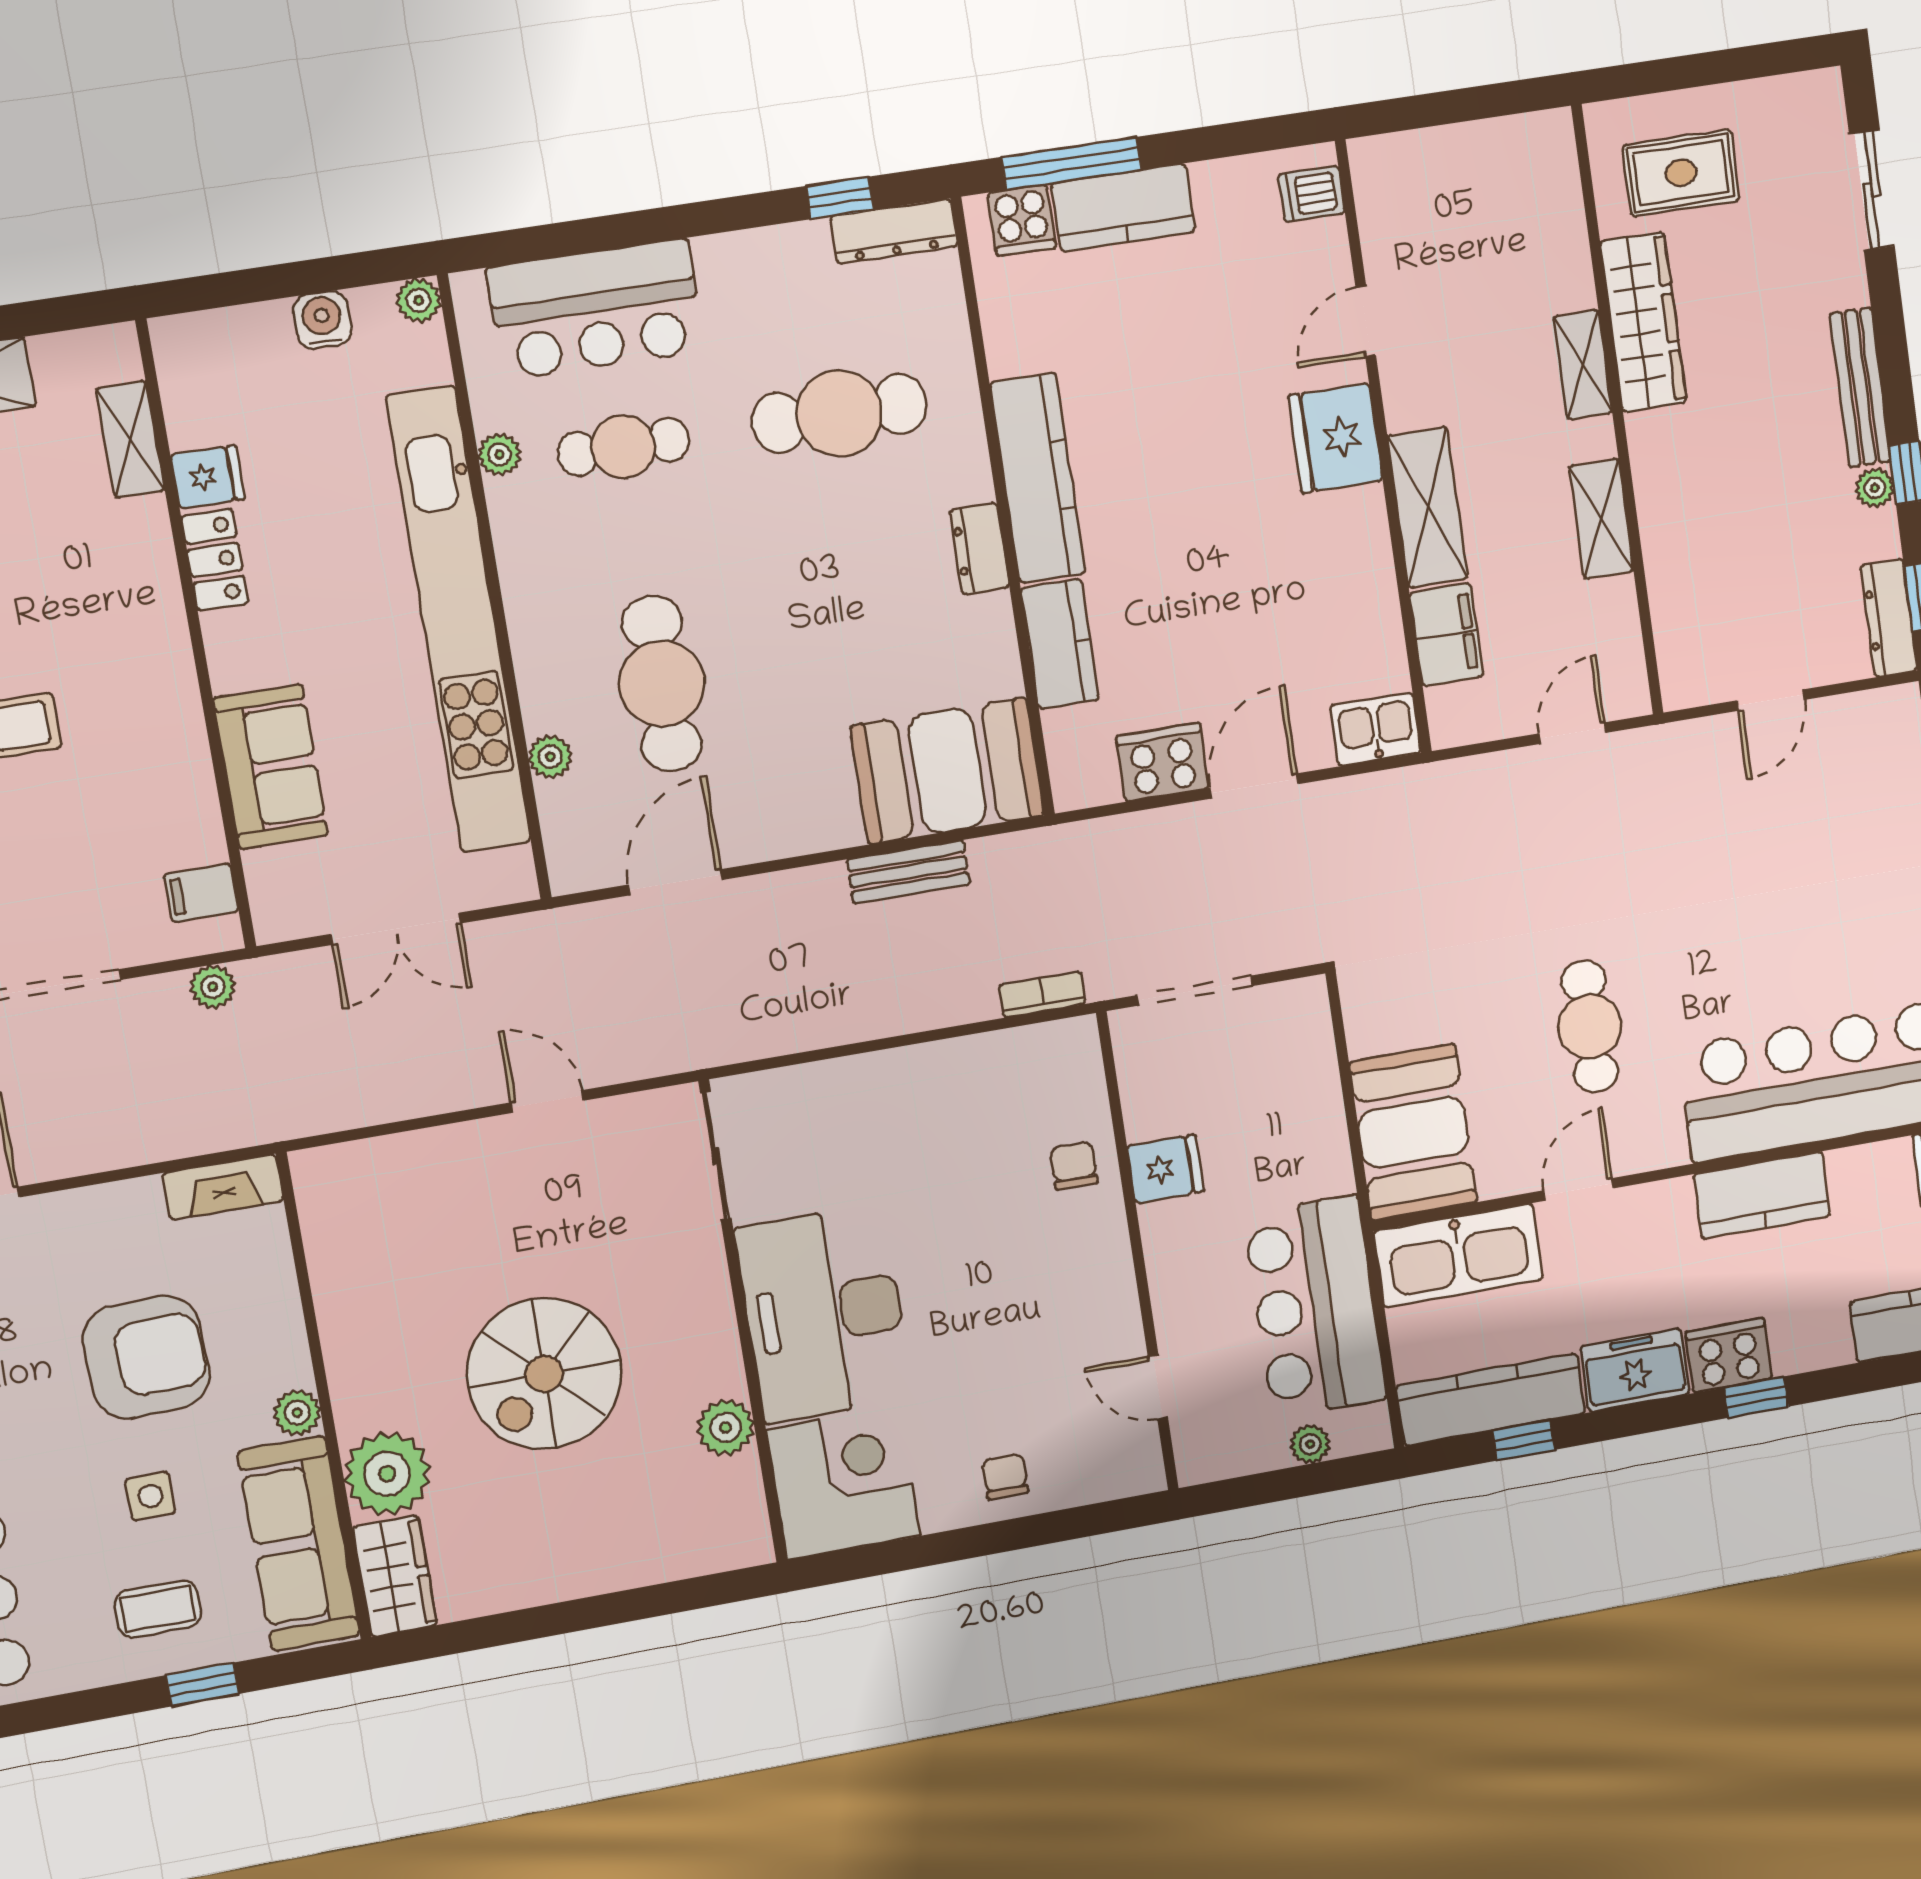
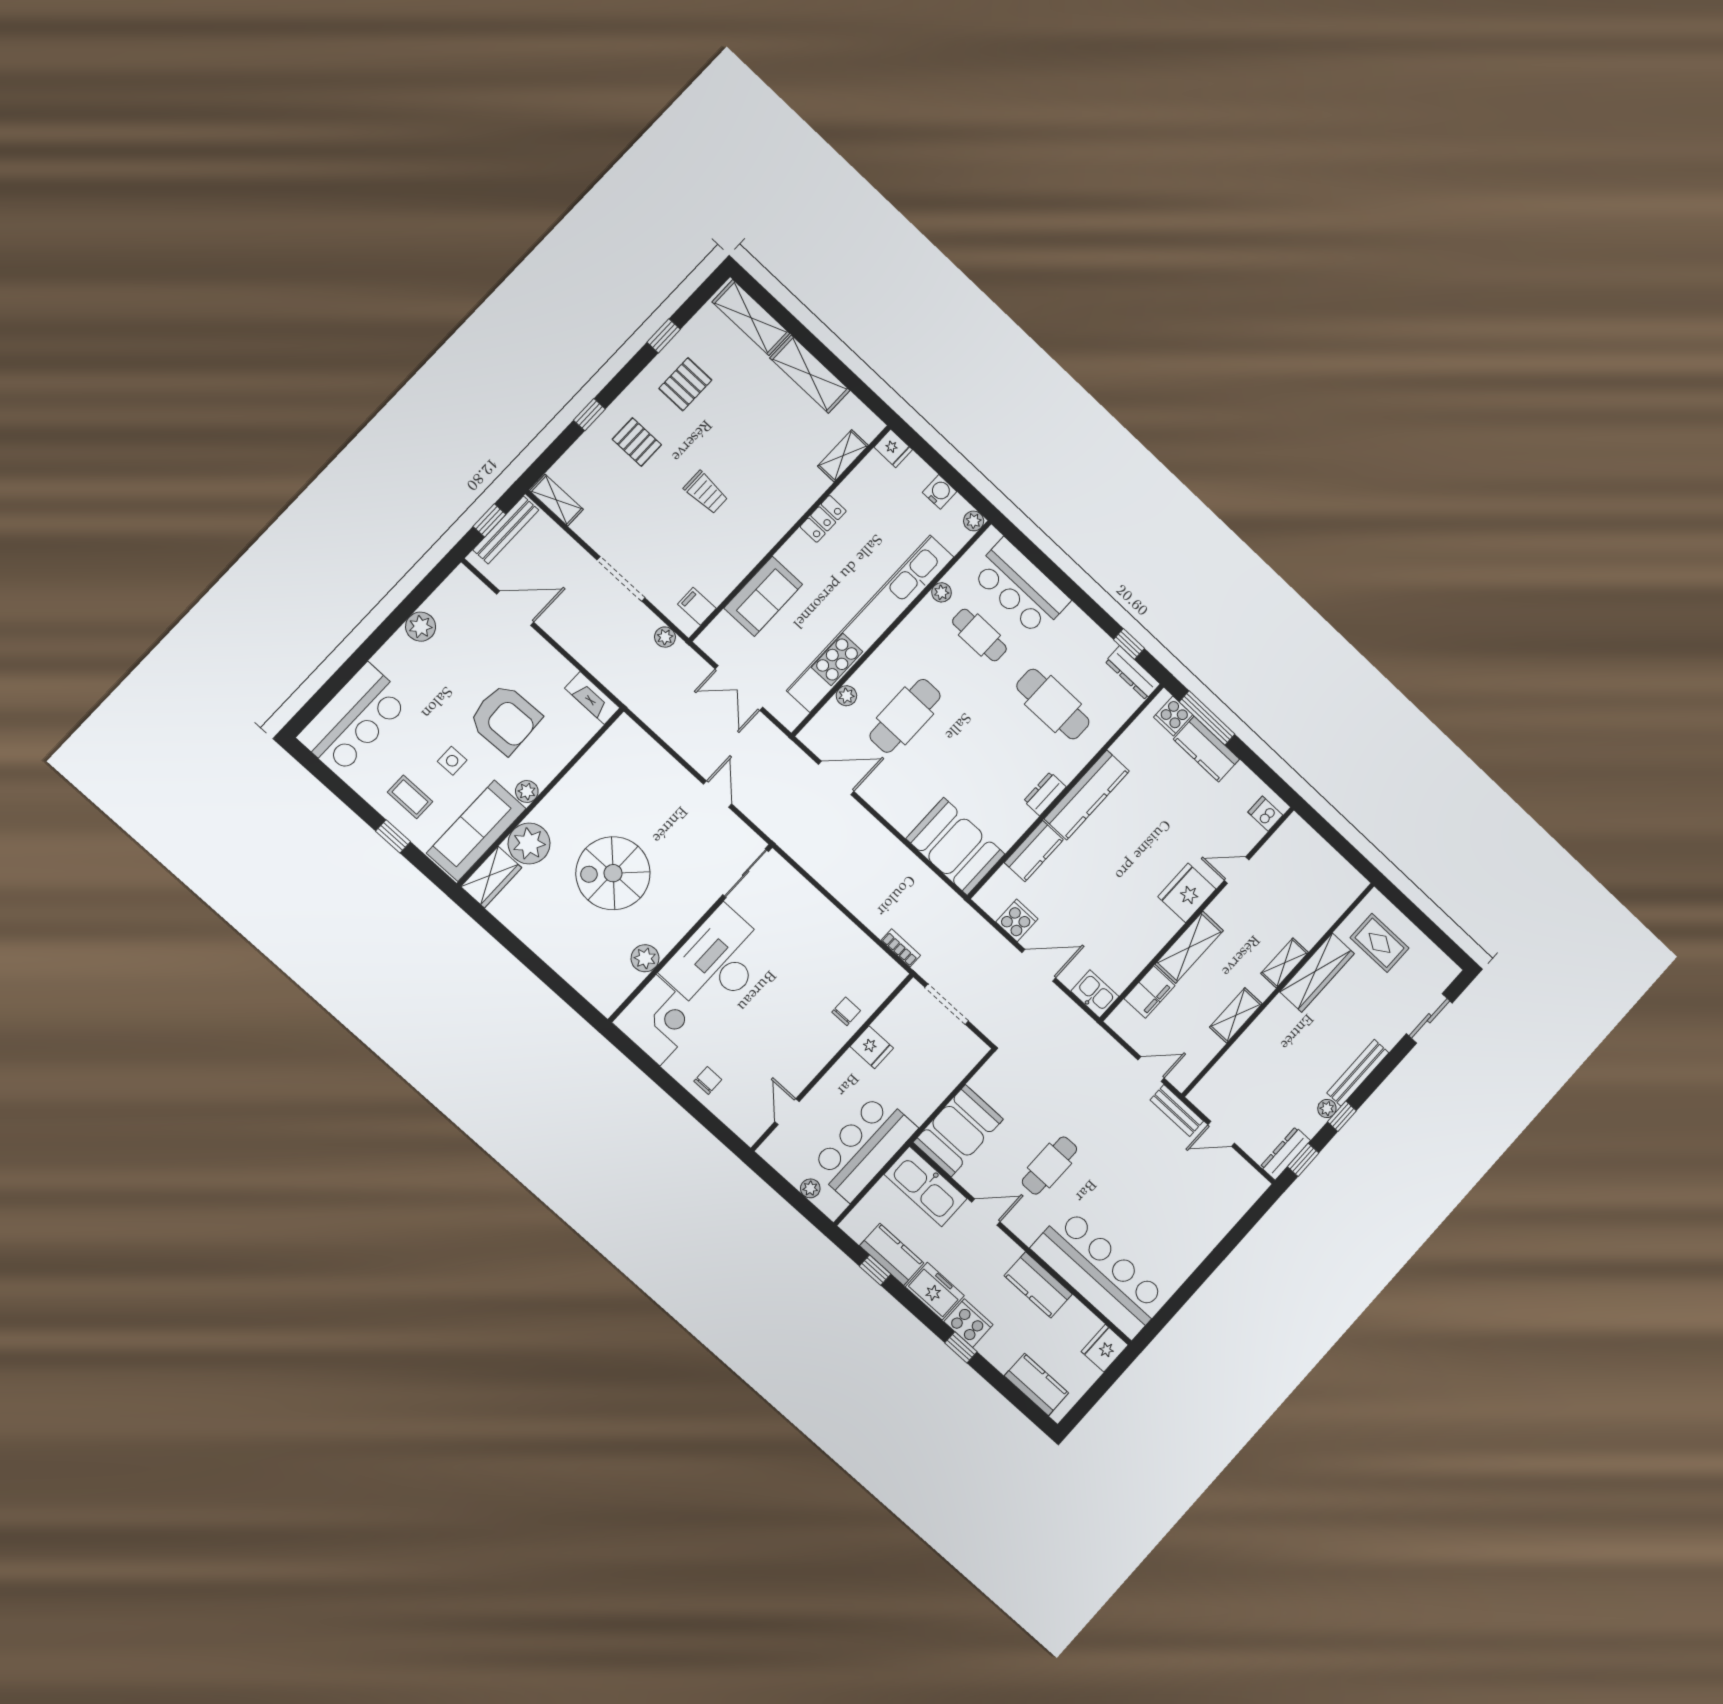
fridge: (208, 477) -> (893, 448), moved
cooker: (1163, 762) -> (1017, 920), width x0.73
bench: (908, 872) -> (1177, 1111), moved
kitchen counter: (1491, 1400) -> (892, 1254), width x0.67

